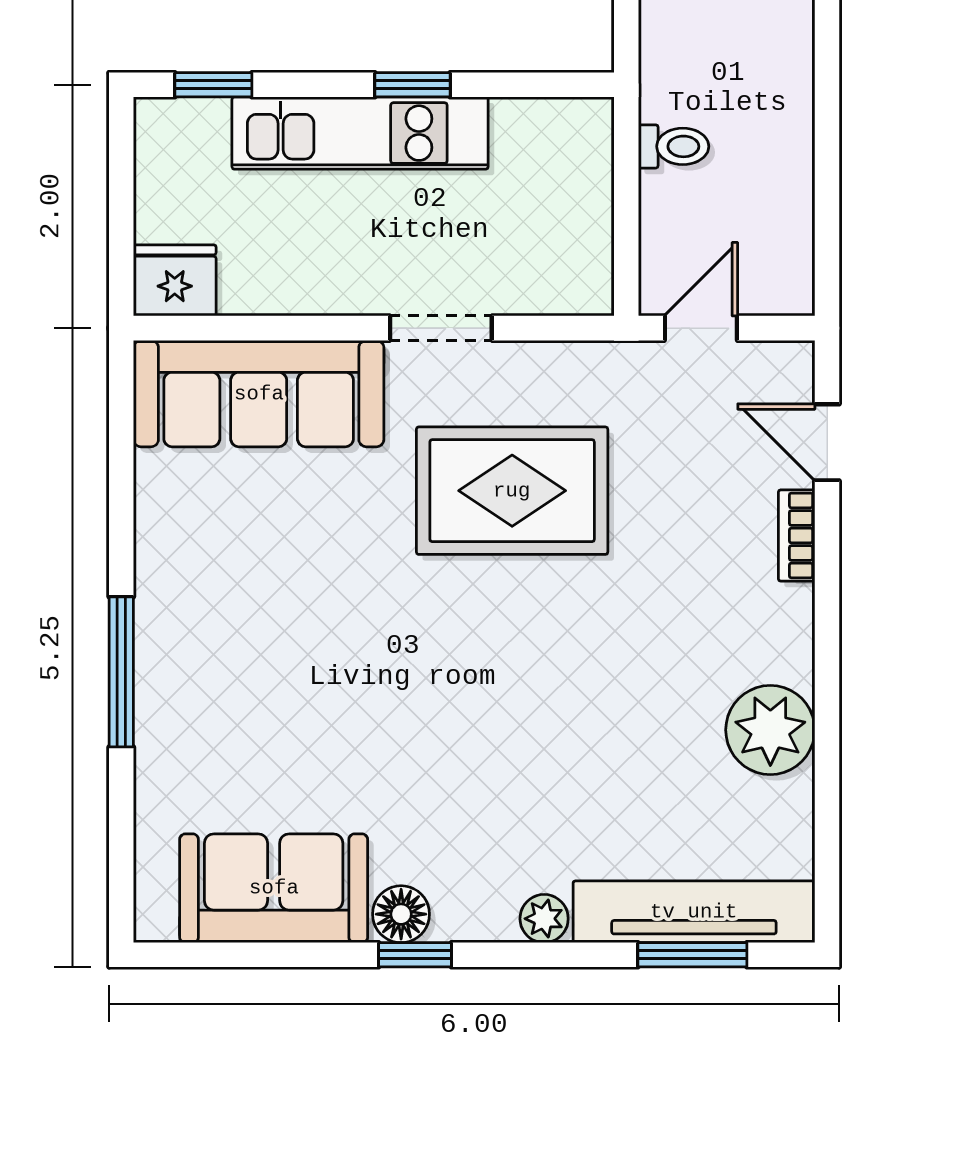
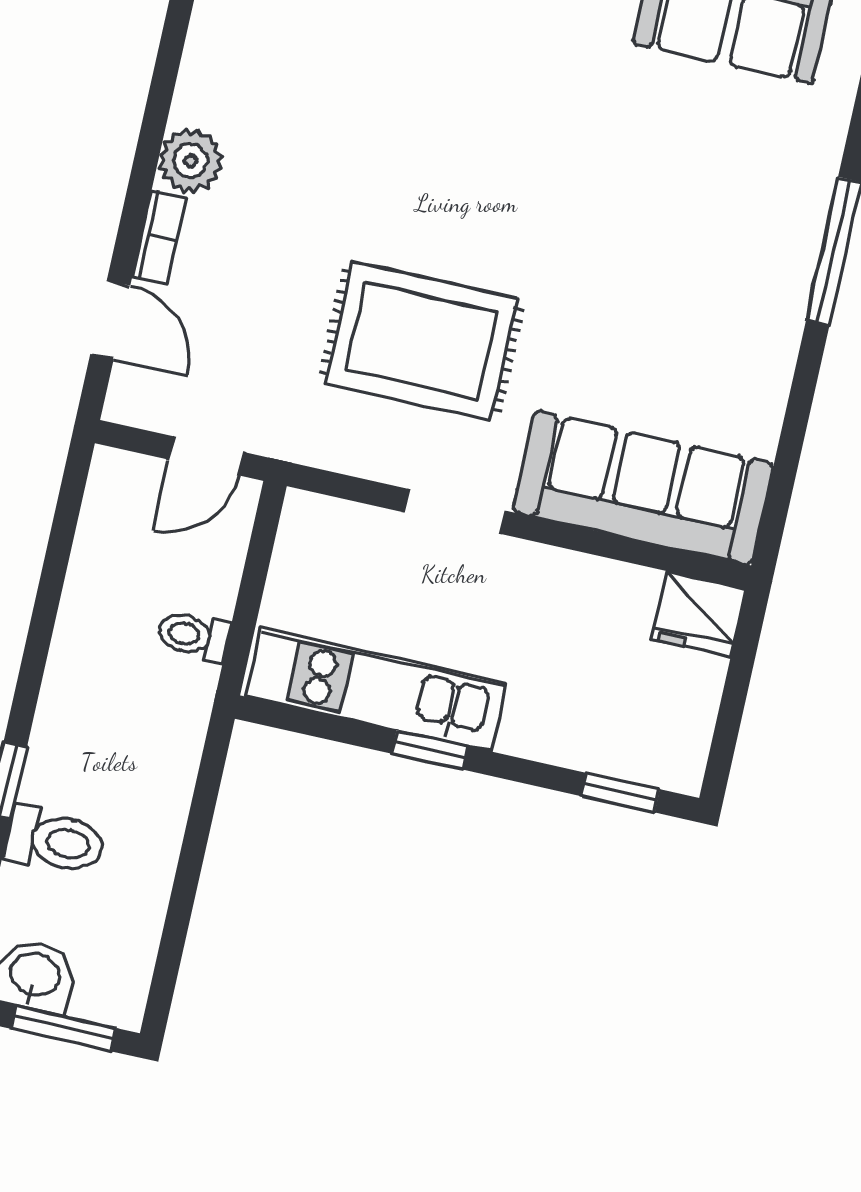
kitchen unit: (360, 133) -> (376, 690), moved
plant: (770, 730) -> (191, 161), moved, width x0.73, depth x0.73

